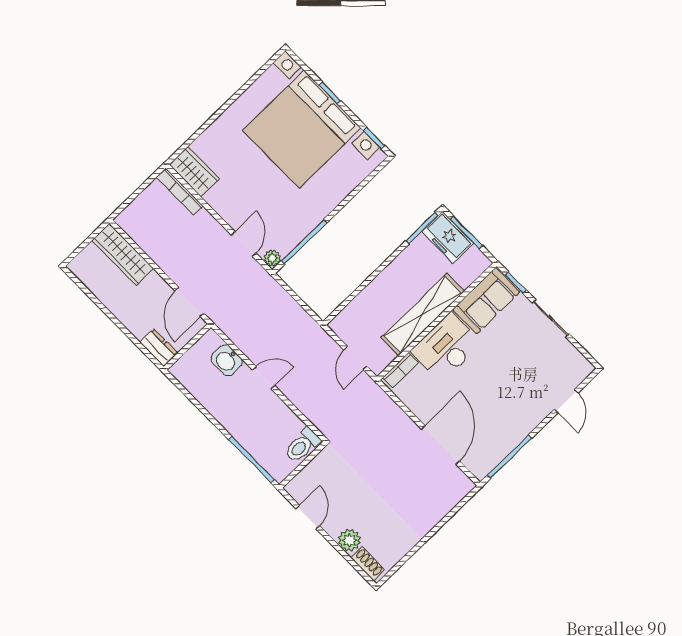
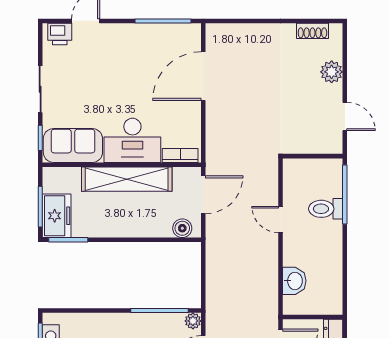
boiler: (347, 318) -> (182, 228), added
door: (355, 358) -> (203, 195), width x1.38
printer: (576, 373) -> (60, 34), added
door: (264, 378) -> (280, 219), moved
toilet: (302, 445) -> (326, 209), moved, turned 180
door: (308, 517) -> (345, 116), swing flipped
shoe rack: (368, 564) -> (312, 31), moved, turned -90

